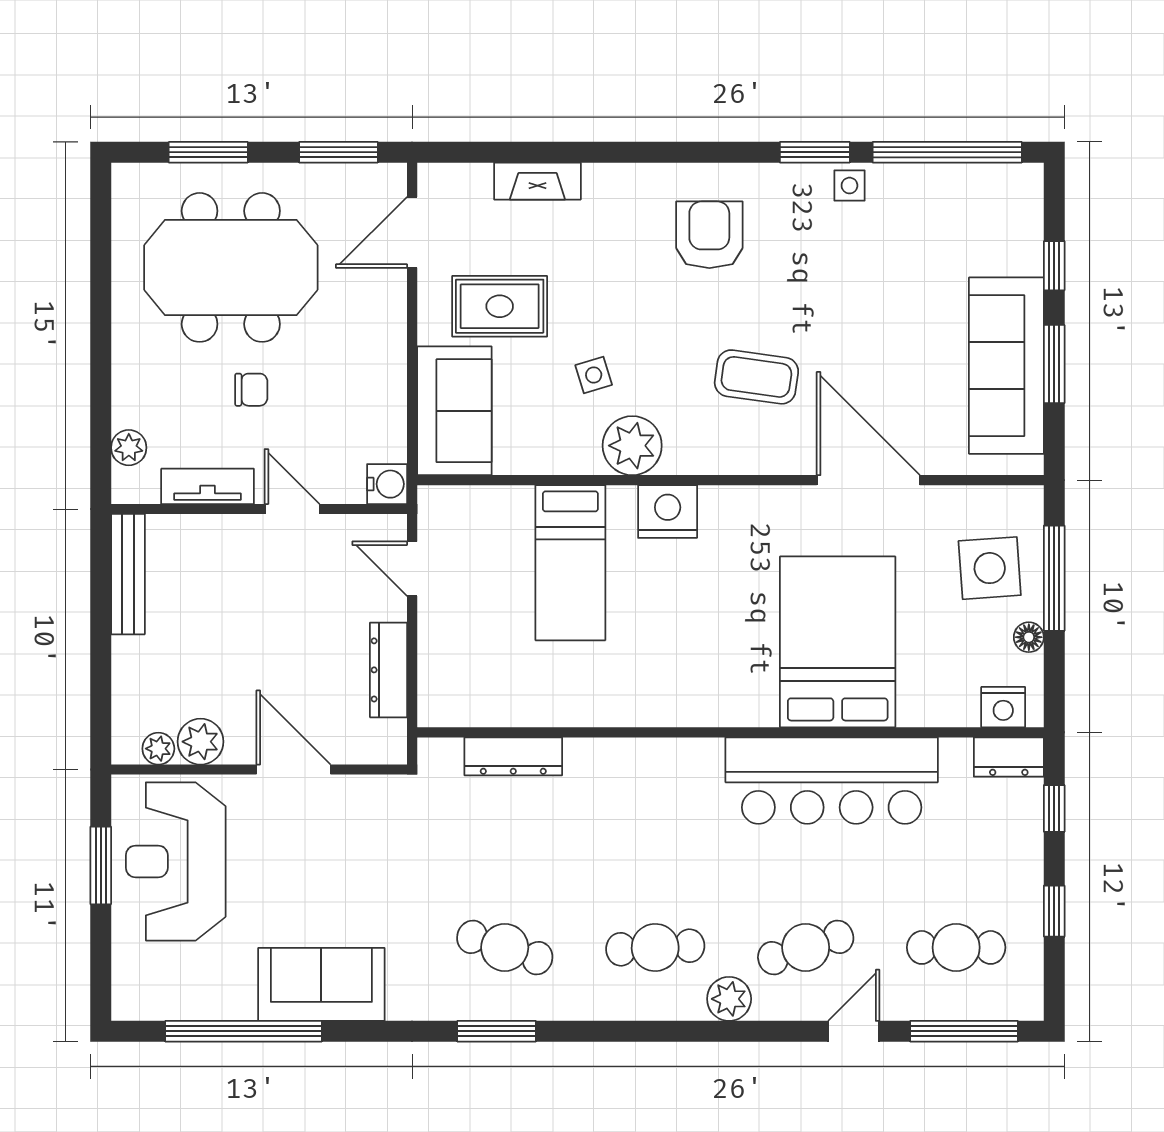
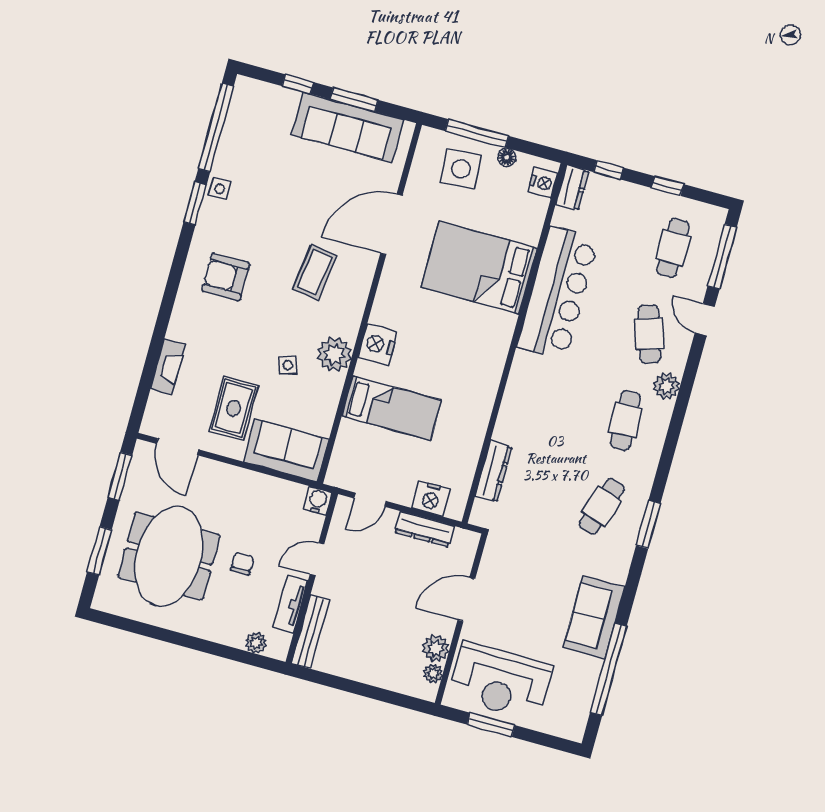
bench: (128, 574) -> (310, 632), moved, turned 90
nightstand: (441, 667) -> (431, 498), added

